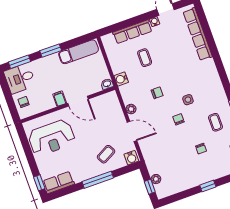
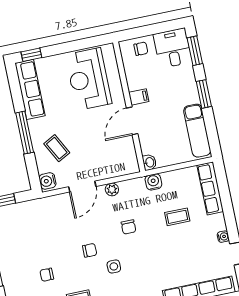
row of seats: (132, 32) -> (210, 188), moved
plant: (156, 179) -> (15, 210), removed
row of seats: (59, 182) -> (30, 89), width x1.48

